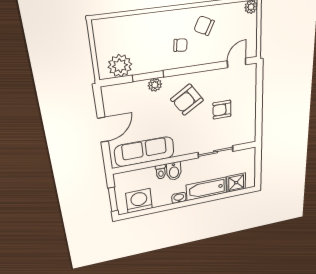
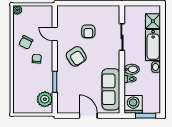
door: (237, 63) -> (55, 34), moved
plant: (155, 85) -> (62, 78), removed
washing machine: (139, 201) -> (133, 104), moved, turned 90

